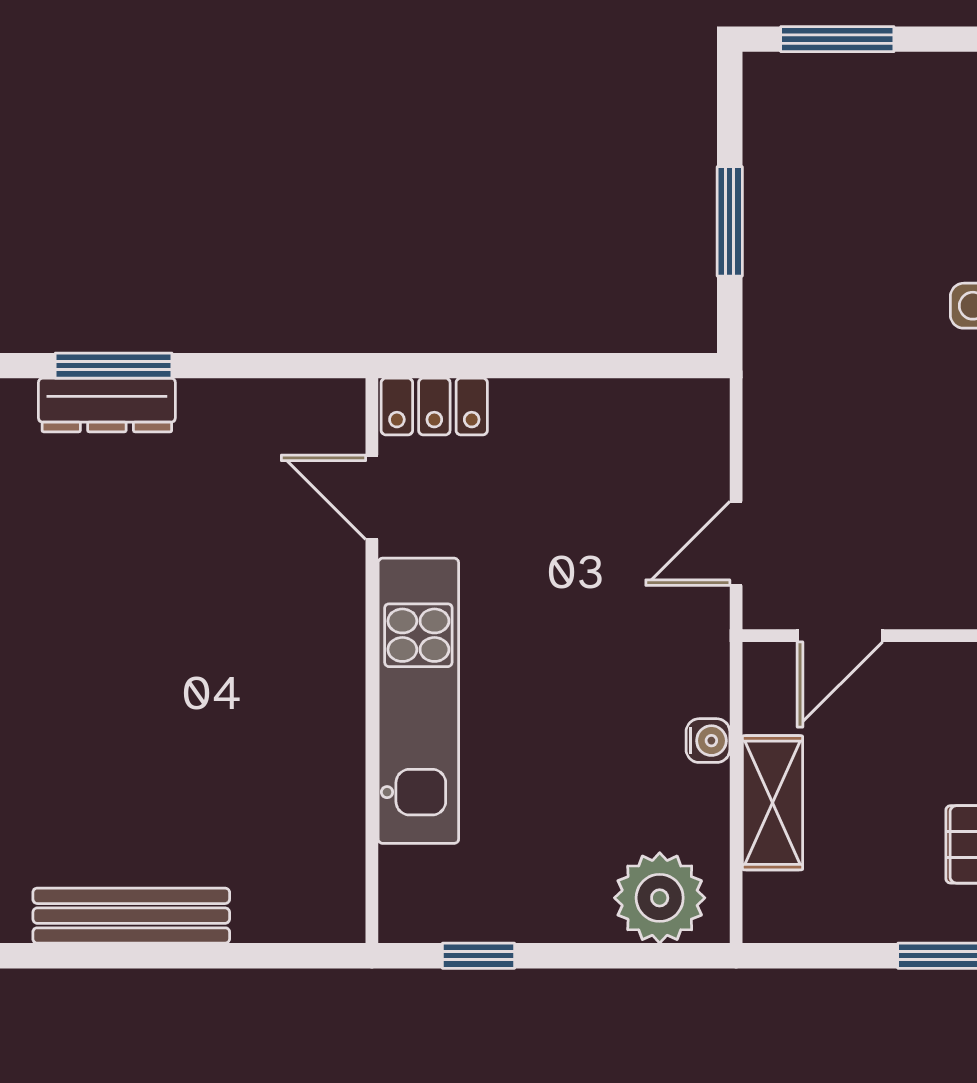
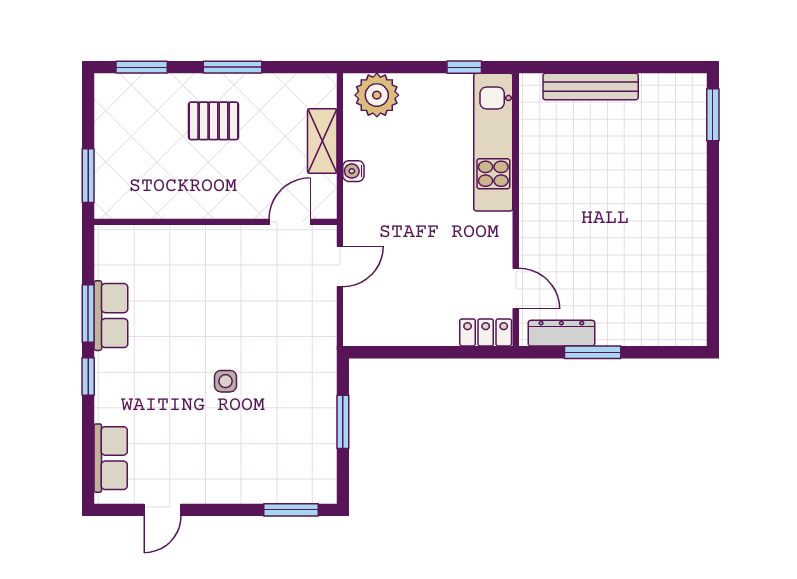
window: (114, 366) -> (593, 352), moved
dresser: (107, 405) -> (561, 333), moved
kitchen unit: (418, 701) -> (493, 142), moved
bench: (131, 916) -> (591, 86), moved

